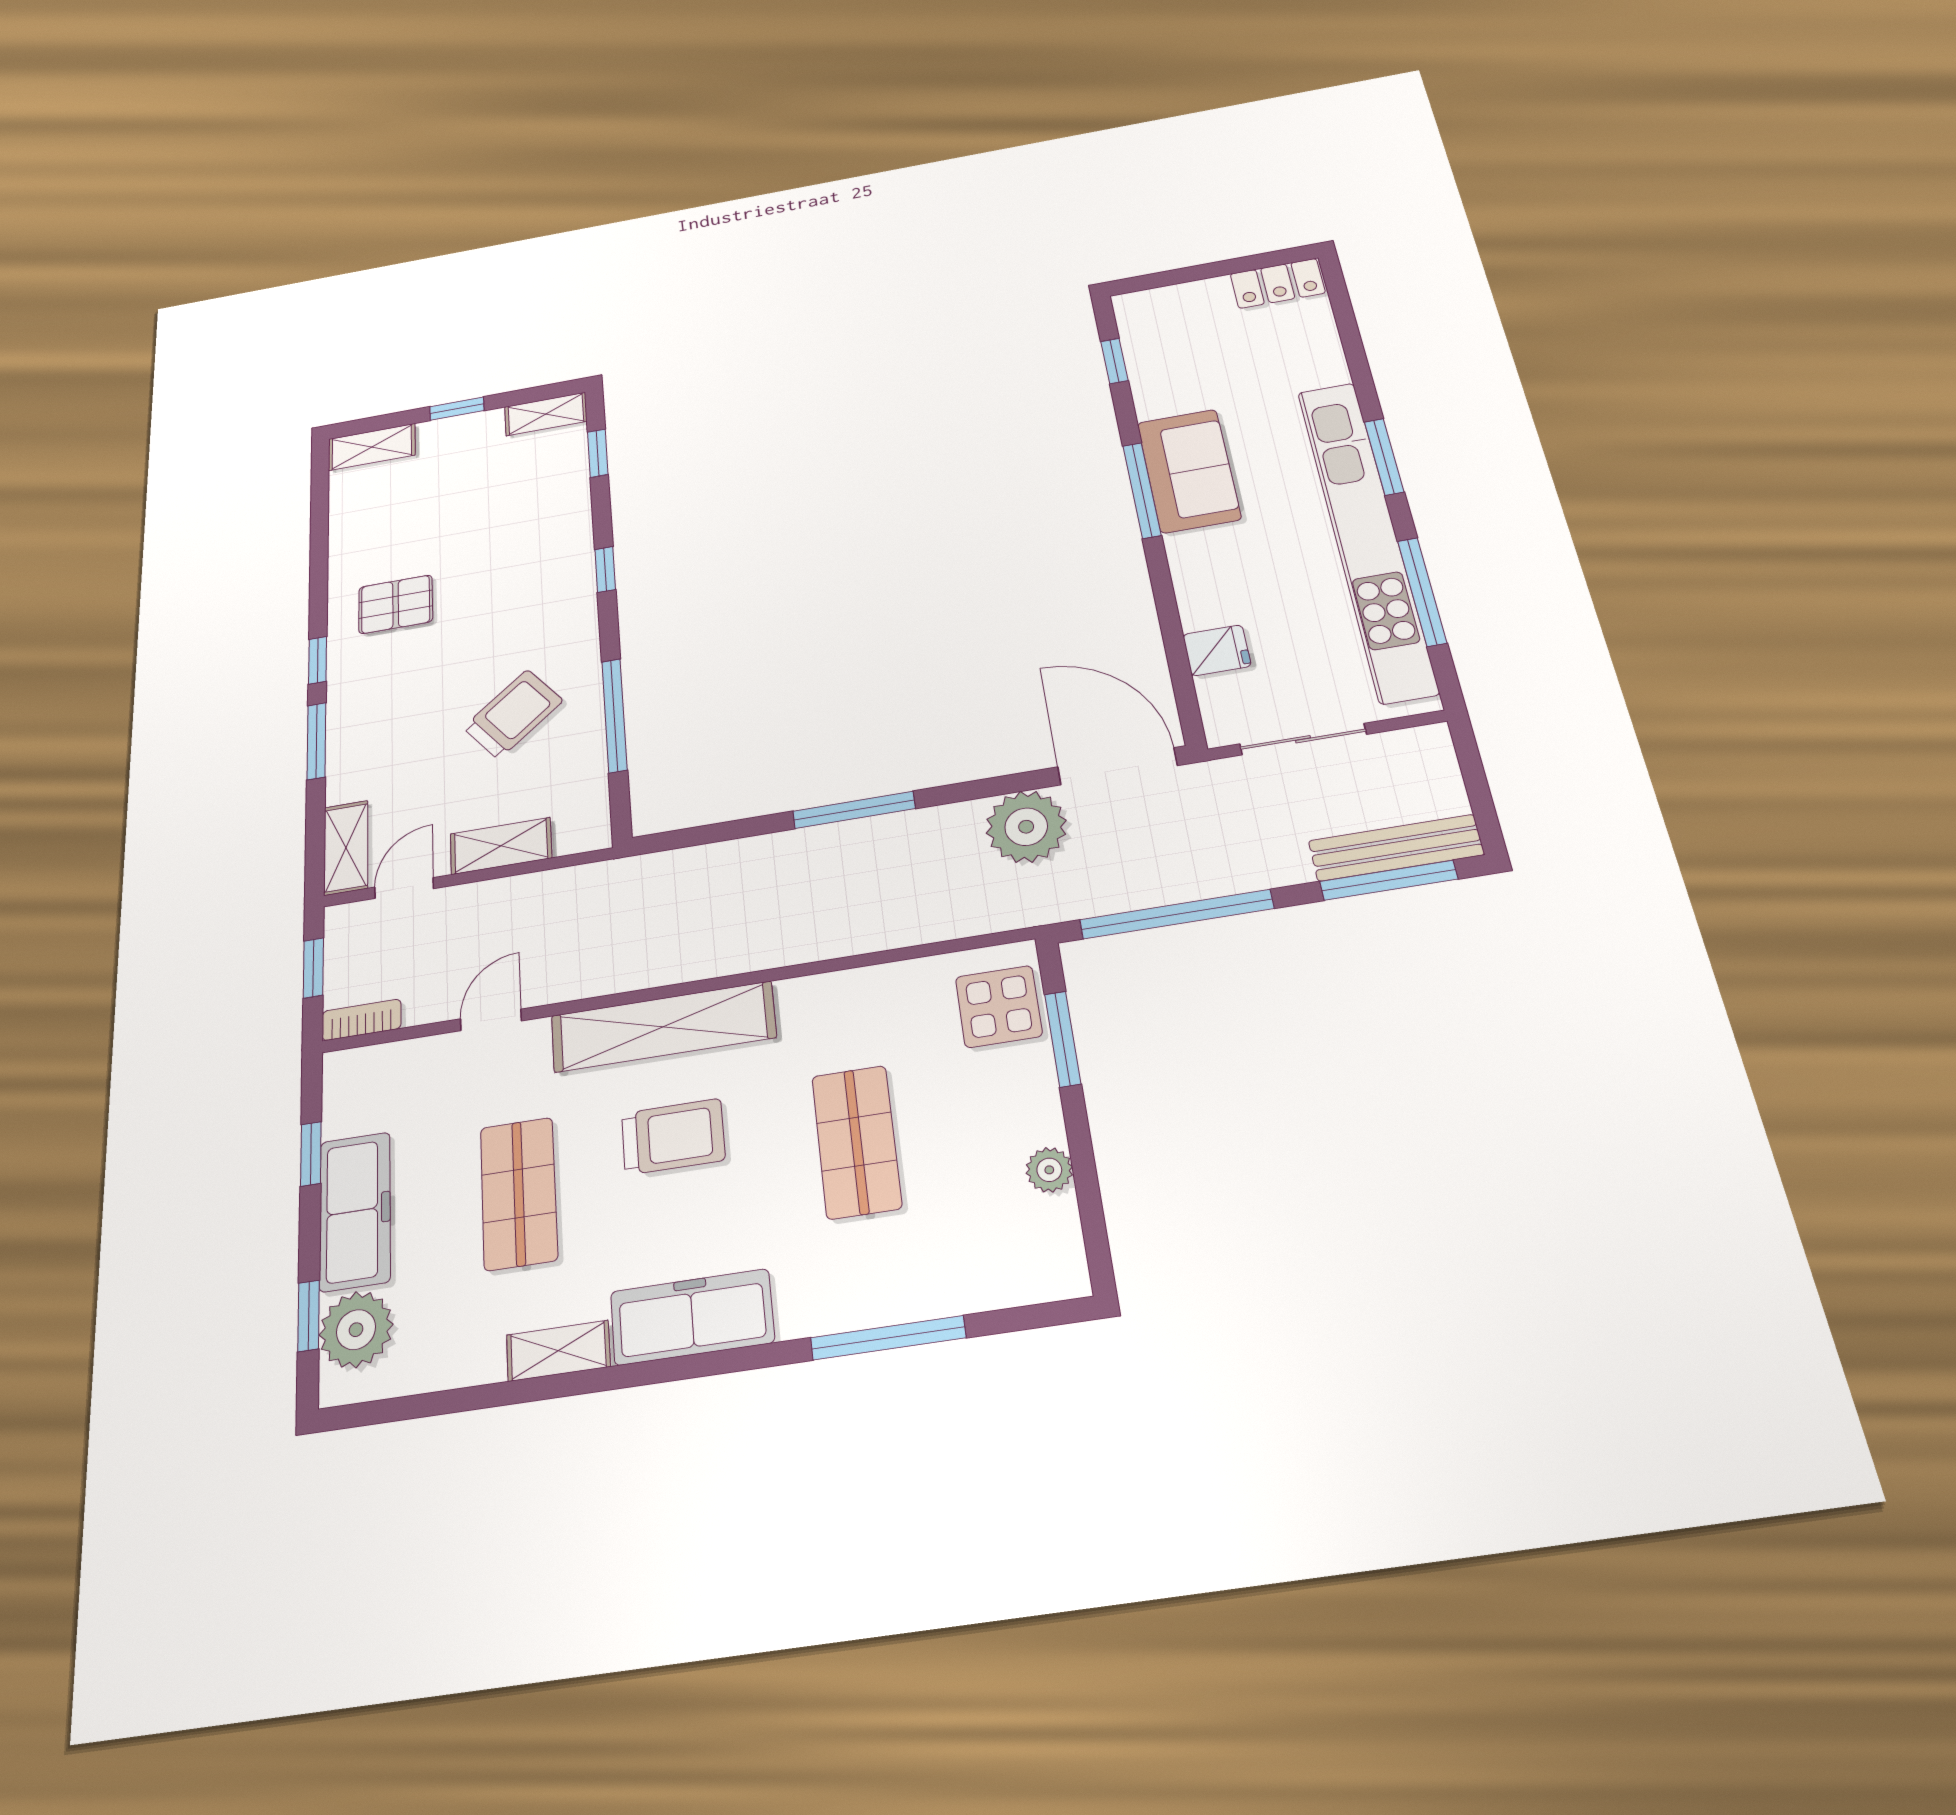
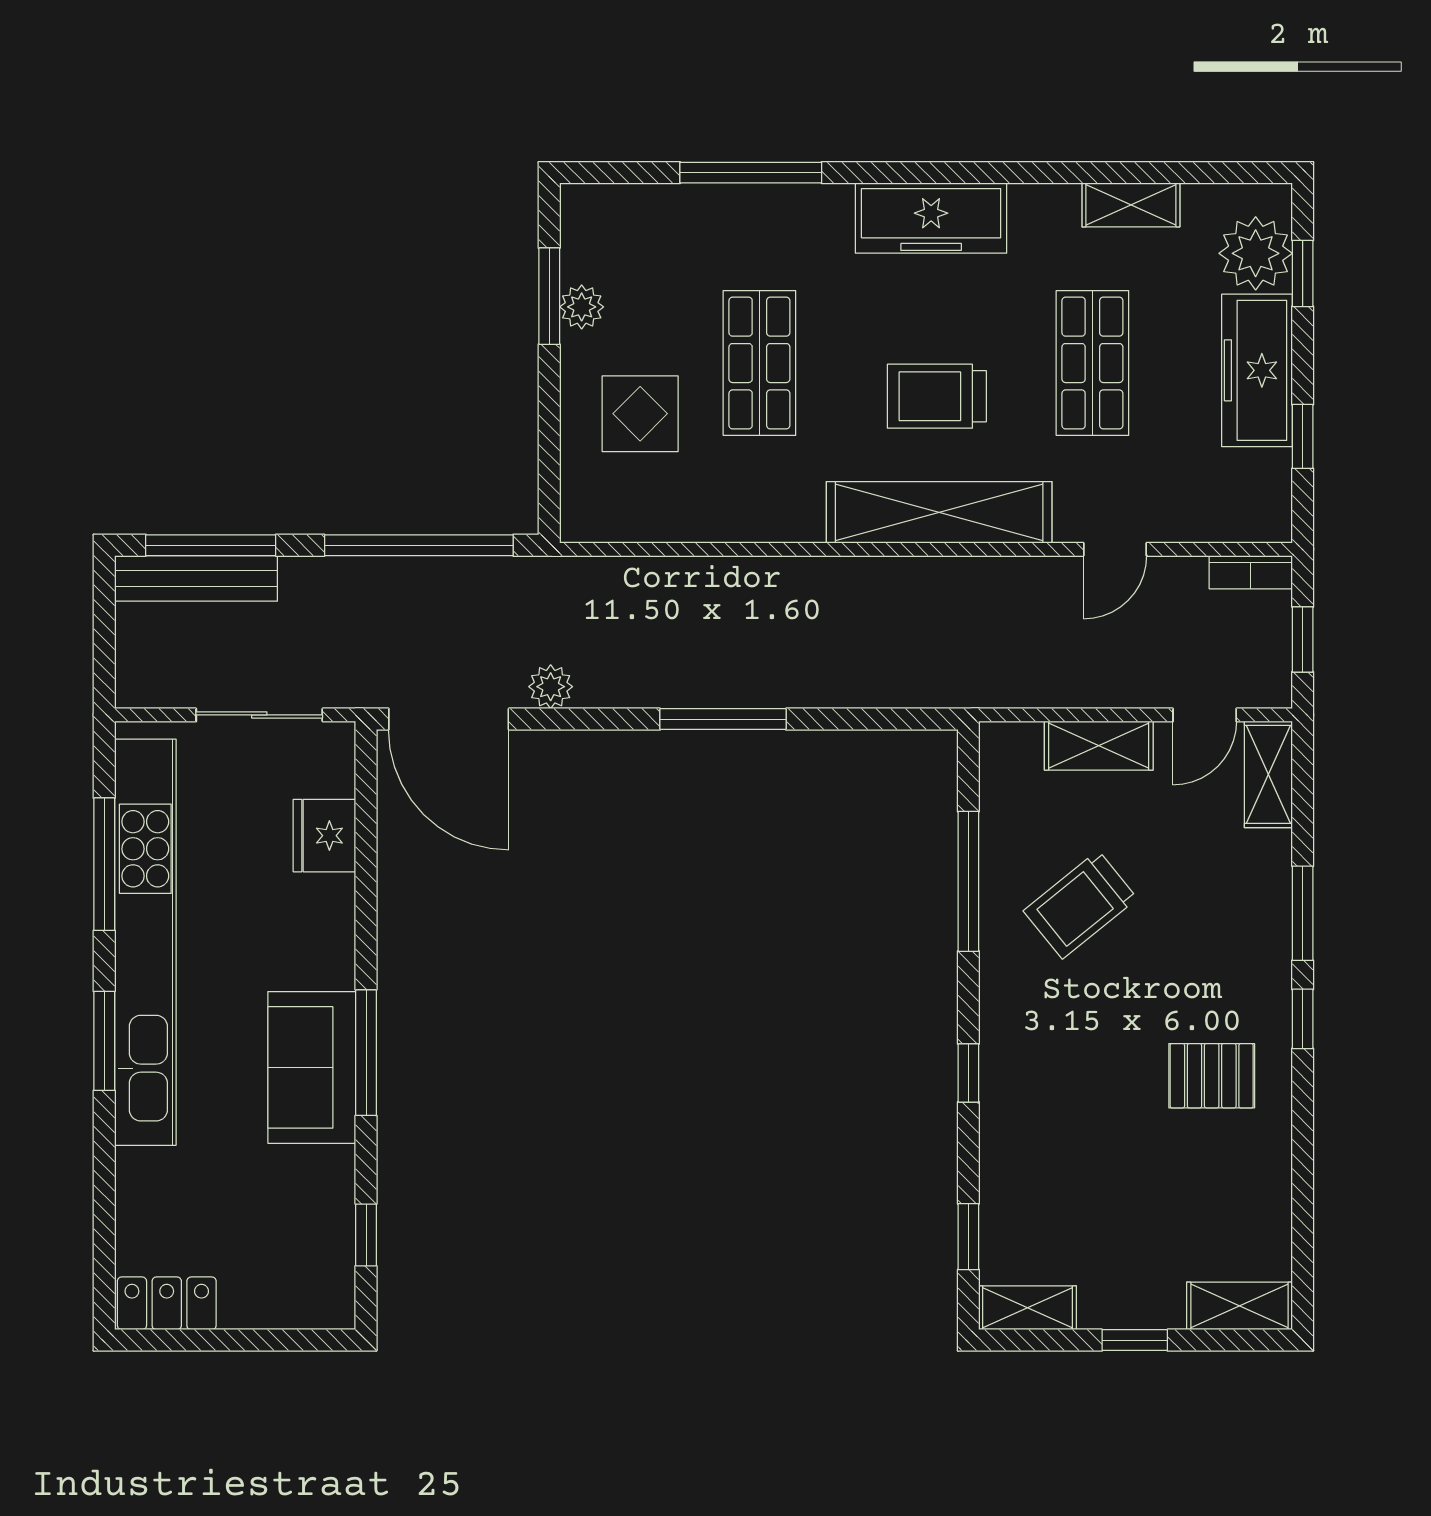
fridge: (1217, 650) -> (324, 836), width x1.38
plant: (1026, 827) -> (551, 687), width x0.53, depth x0.53
display table: (999, 1007) -> (640, 414), moved
window: (1063, 1039) -> (549, 296), moved
shelving: (558, 1351) -> (1131, 205), moved

